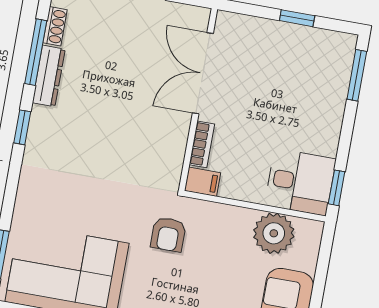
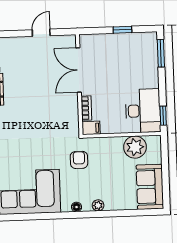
desk: (300, 182) -> (143, 111), width x1.37
armchair: (168, 234) -> (79, 160), turned 180

